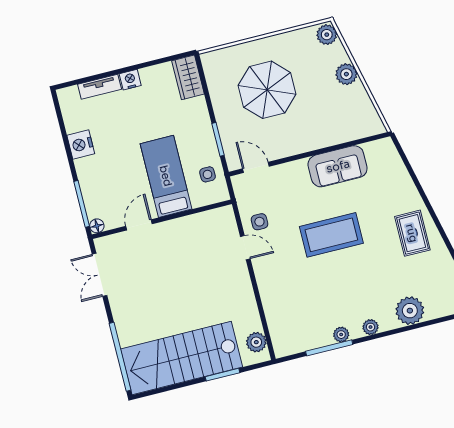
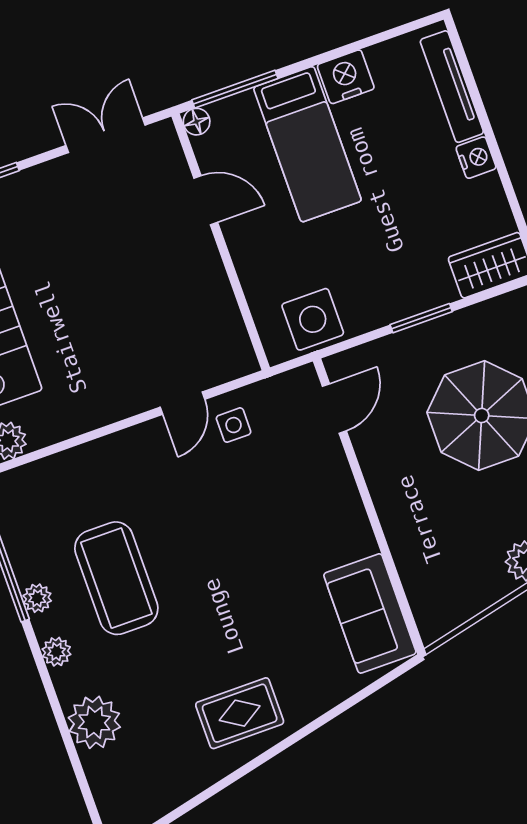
tv unit: (100, 87) -> (452, 87), width x1.41
window: (218, 139) -> (421, 318), moved
sofa: (338, 166) -> (370, 613), moved
side table: (208, 174) -> (313, 319), width x1.87, depth x1.87
bed: (166, 176) -> (307, 144), moved, turned 90
coffee table: (331, 235) -> (116, 578), moved

